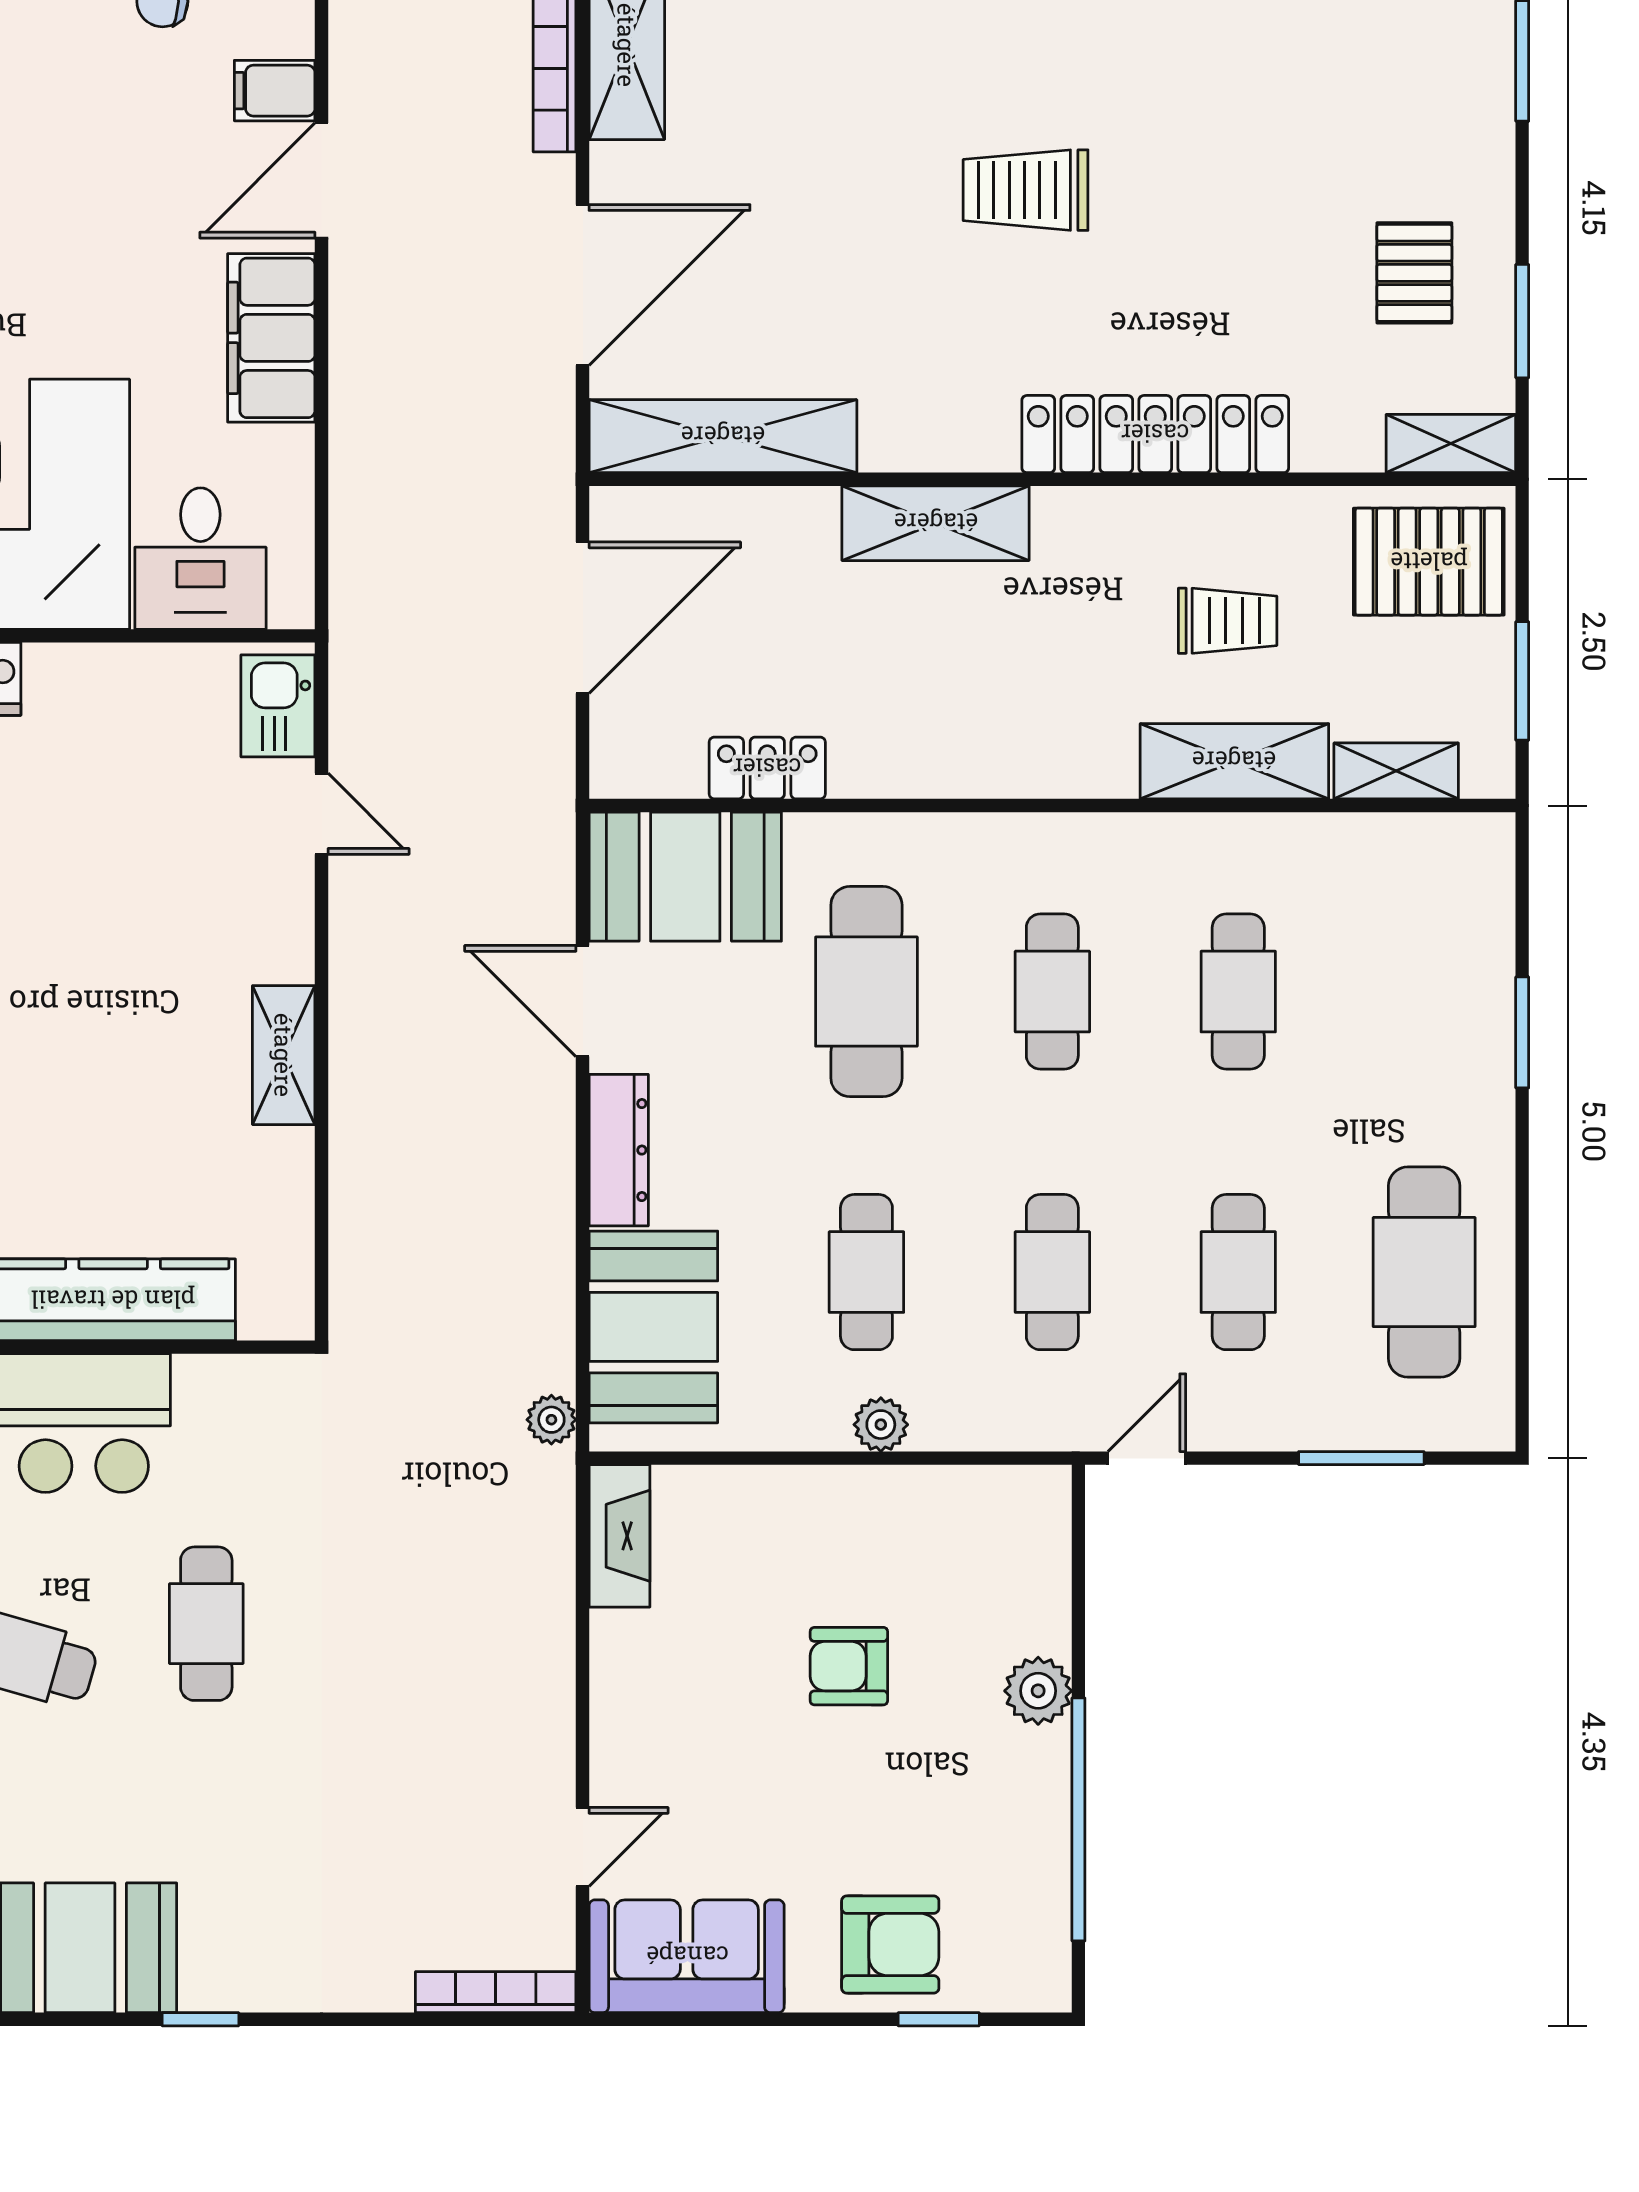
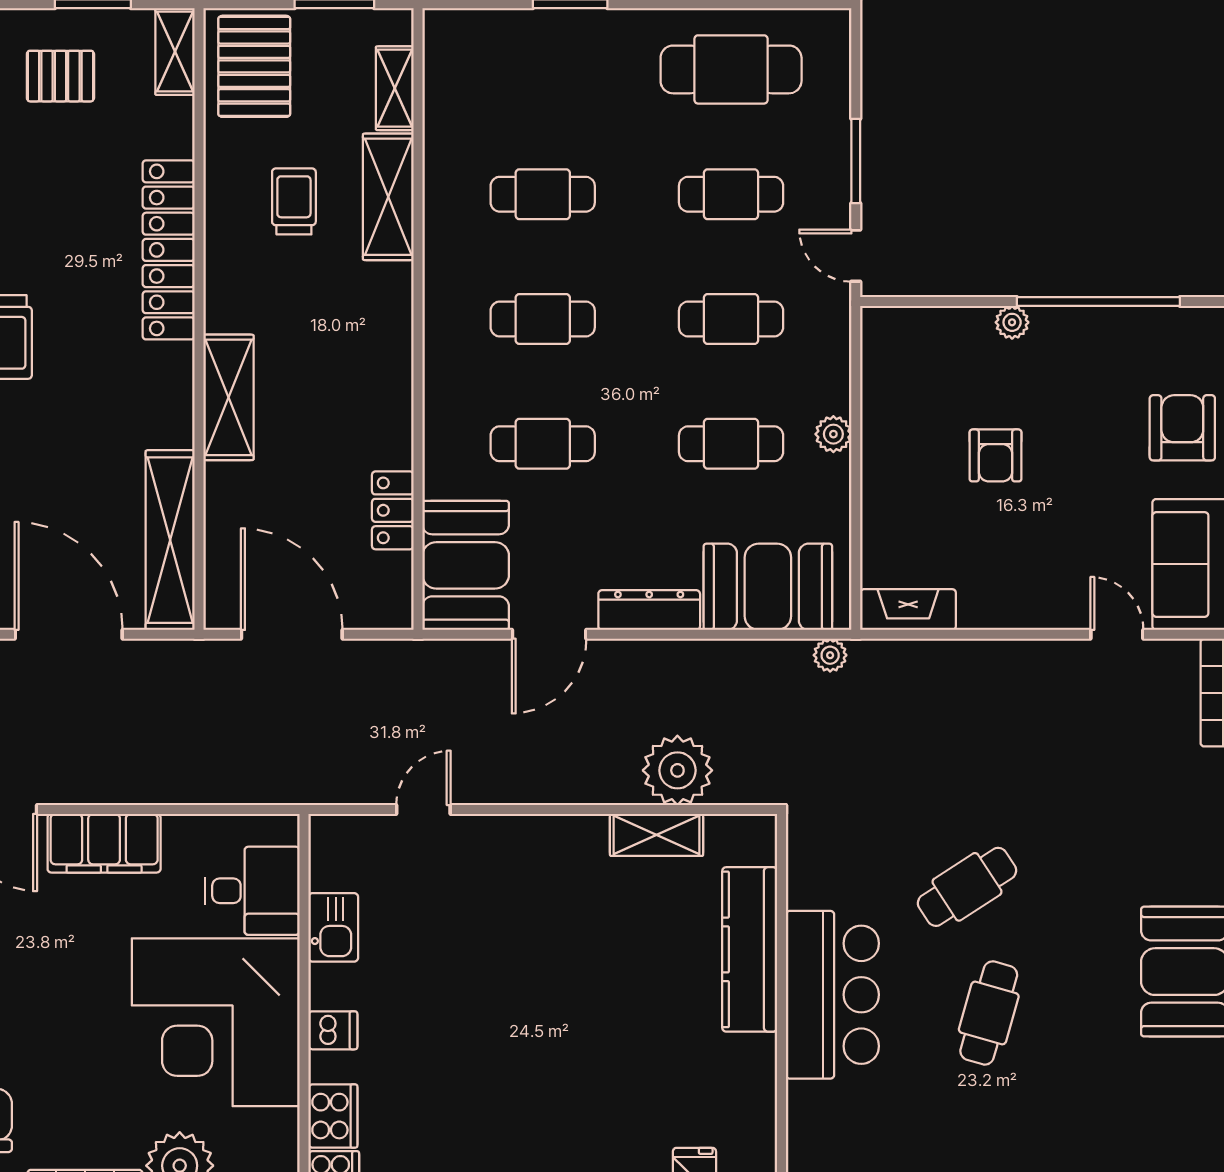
kitchen sink: (278, 706) -> (333, 927), moved, turned -90
cafe table: (866, 992) -> (543, 444), width x0.73, depth x0.74
shelving: (284, 1055) -> (657, 835), moved
plant: (380, 1192) -> (677, 770), added
window: (1361, 1458) -> (856, 161), moved
cafe table: (206, 1624) -> (967, 887), turned -33
plant: (1038, 1691) -> (1012, 322), width x0.73, depth x0.73

